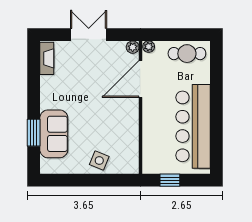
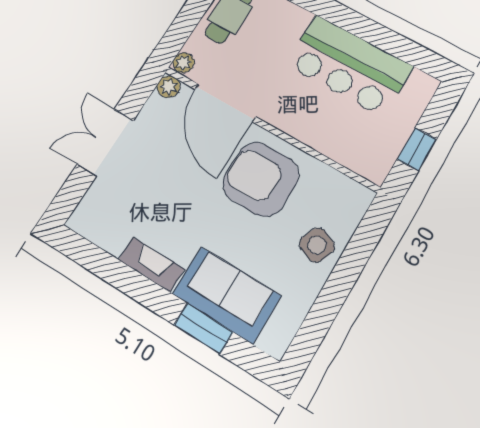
fireplace: (47, 58) -> (151, 264), moved
armchair: (114, 118) -> (261, 179), added
bar counter: (193, 126) -> (349, 65), width x0.73

